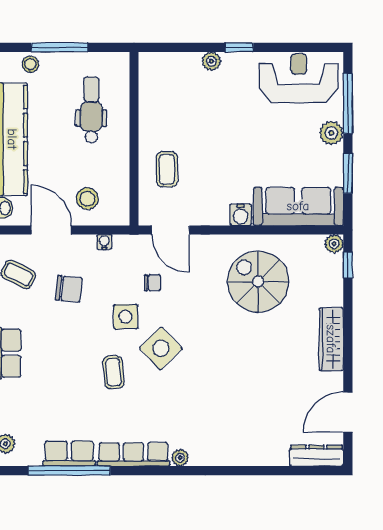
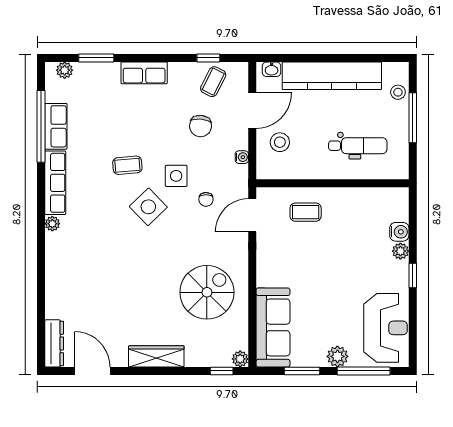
water cooler: (241, 215) -> (399, 232), moved, turned 180

